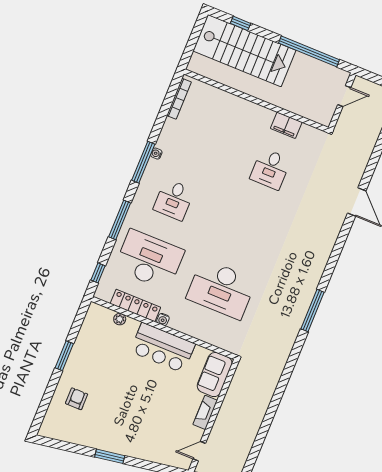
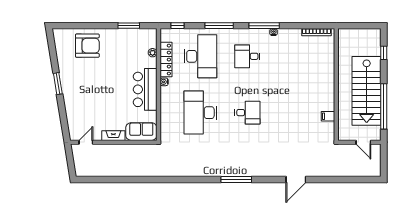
stairs: (244, 51) -> (367, 91), moved
filing cabinet: (286, 125) -> (328, 116), width x0.50
desk: (270, 169) -> (247, 113), moved, turned 180
window: (312, 310) -> (236, 180), moved
window: (64, 356) -> (129, 26), moved
armchair: (77, 399) -> (87, 46), width x1.88, depth x1.88
door: (199, 451) -> (86, 142), hinge flipped

